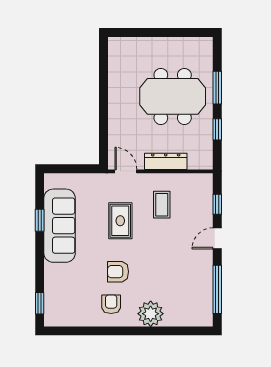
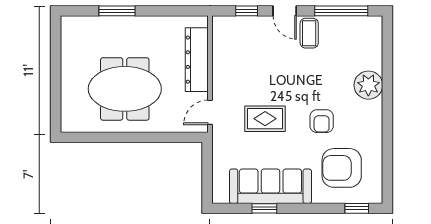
meeting table: (173, 96) -> (125, 89), moved, turned 90
window: (217, 129) -> (163, 11), removed
dresser: (166, 161) -> (197, 60), width x1.37, depth x1.24
coffee table: (162, 205) -> (309, 33), moved, turned 90
armchair: (111, 304) -> (342, 168), moved, width x1.88, depth x1.88

